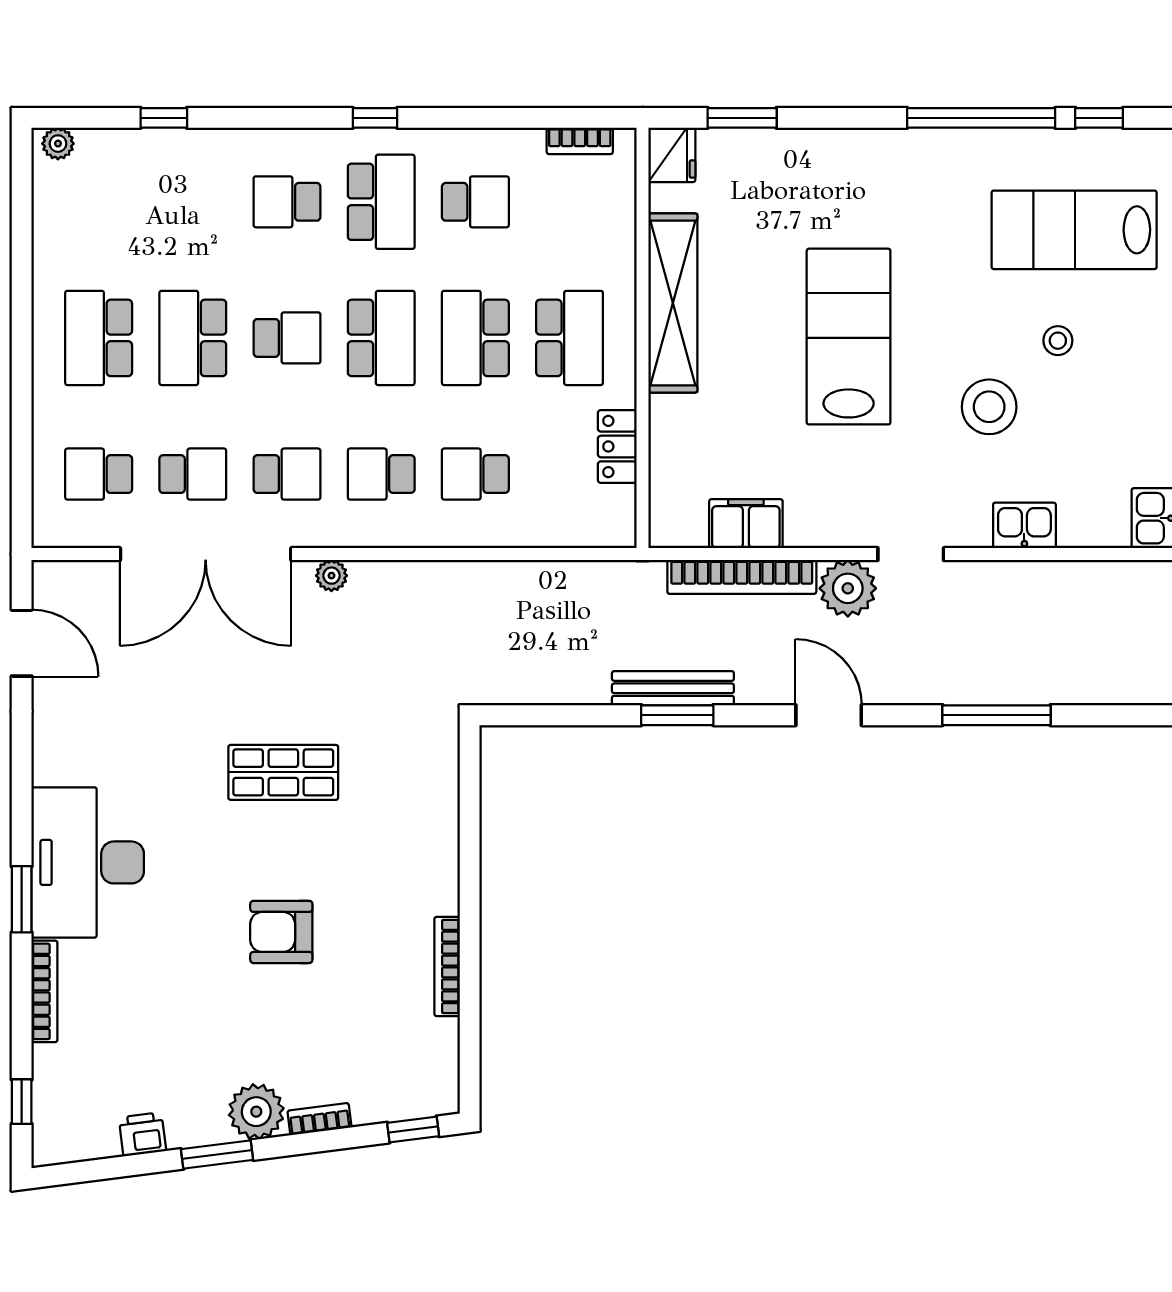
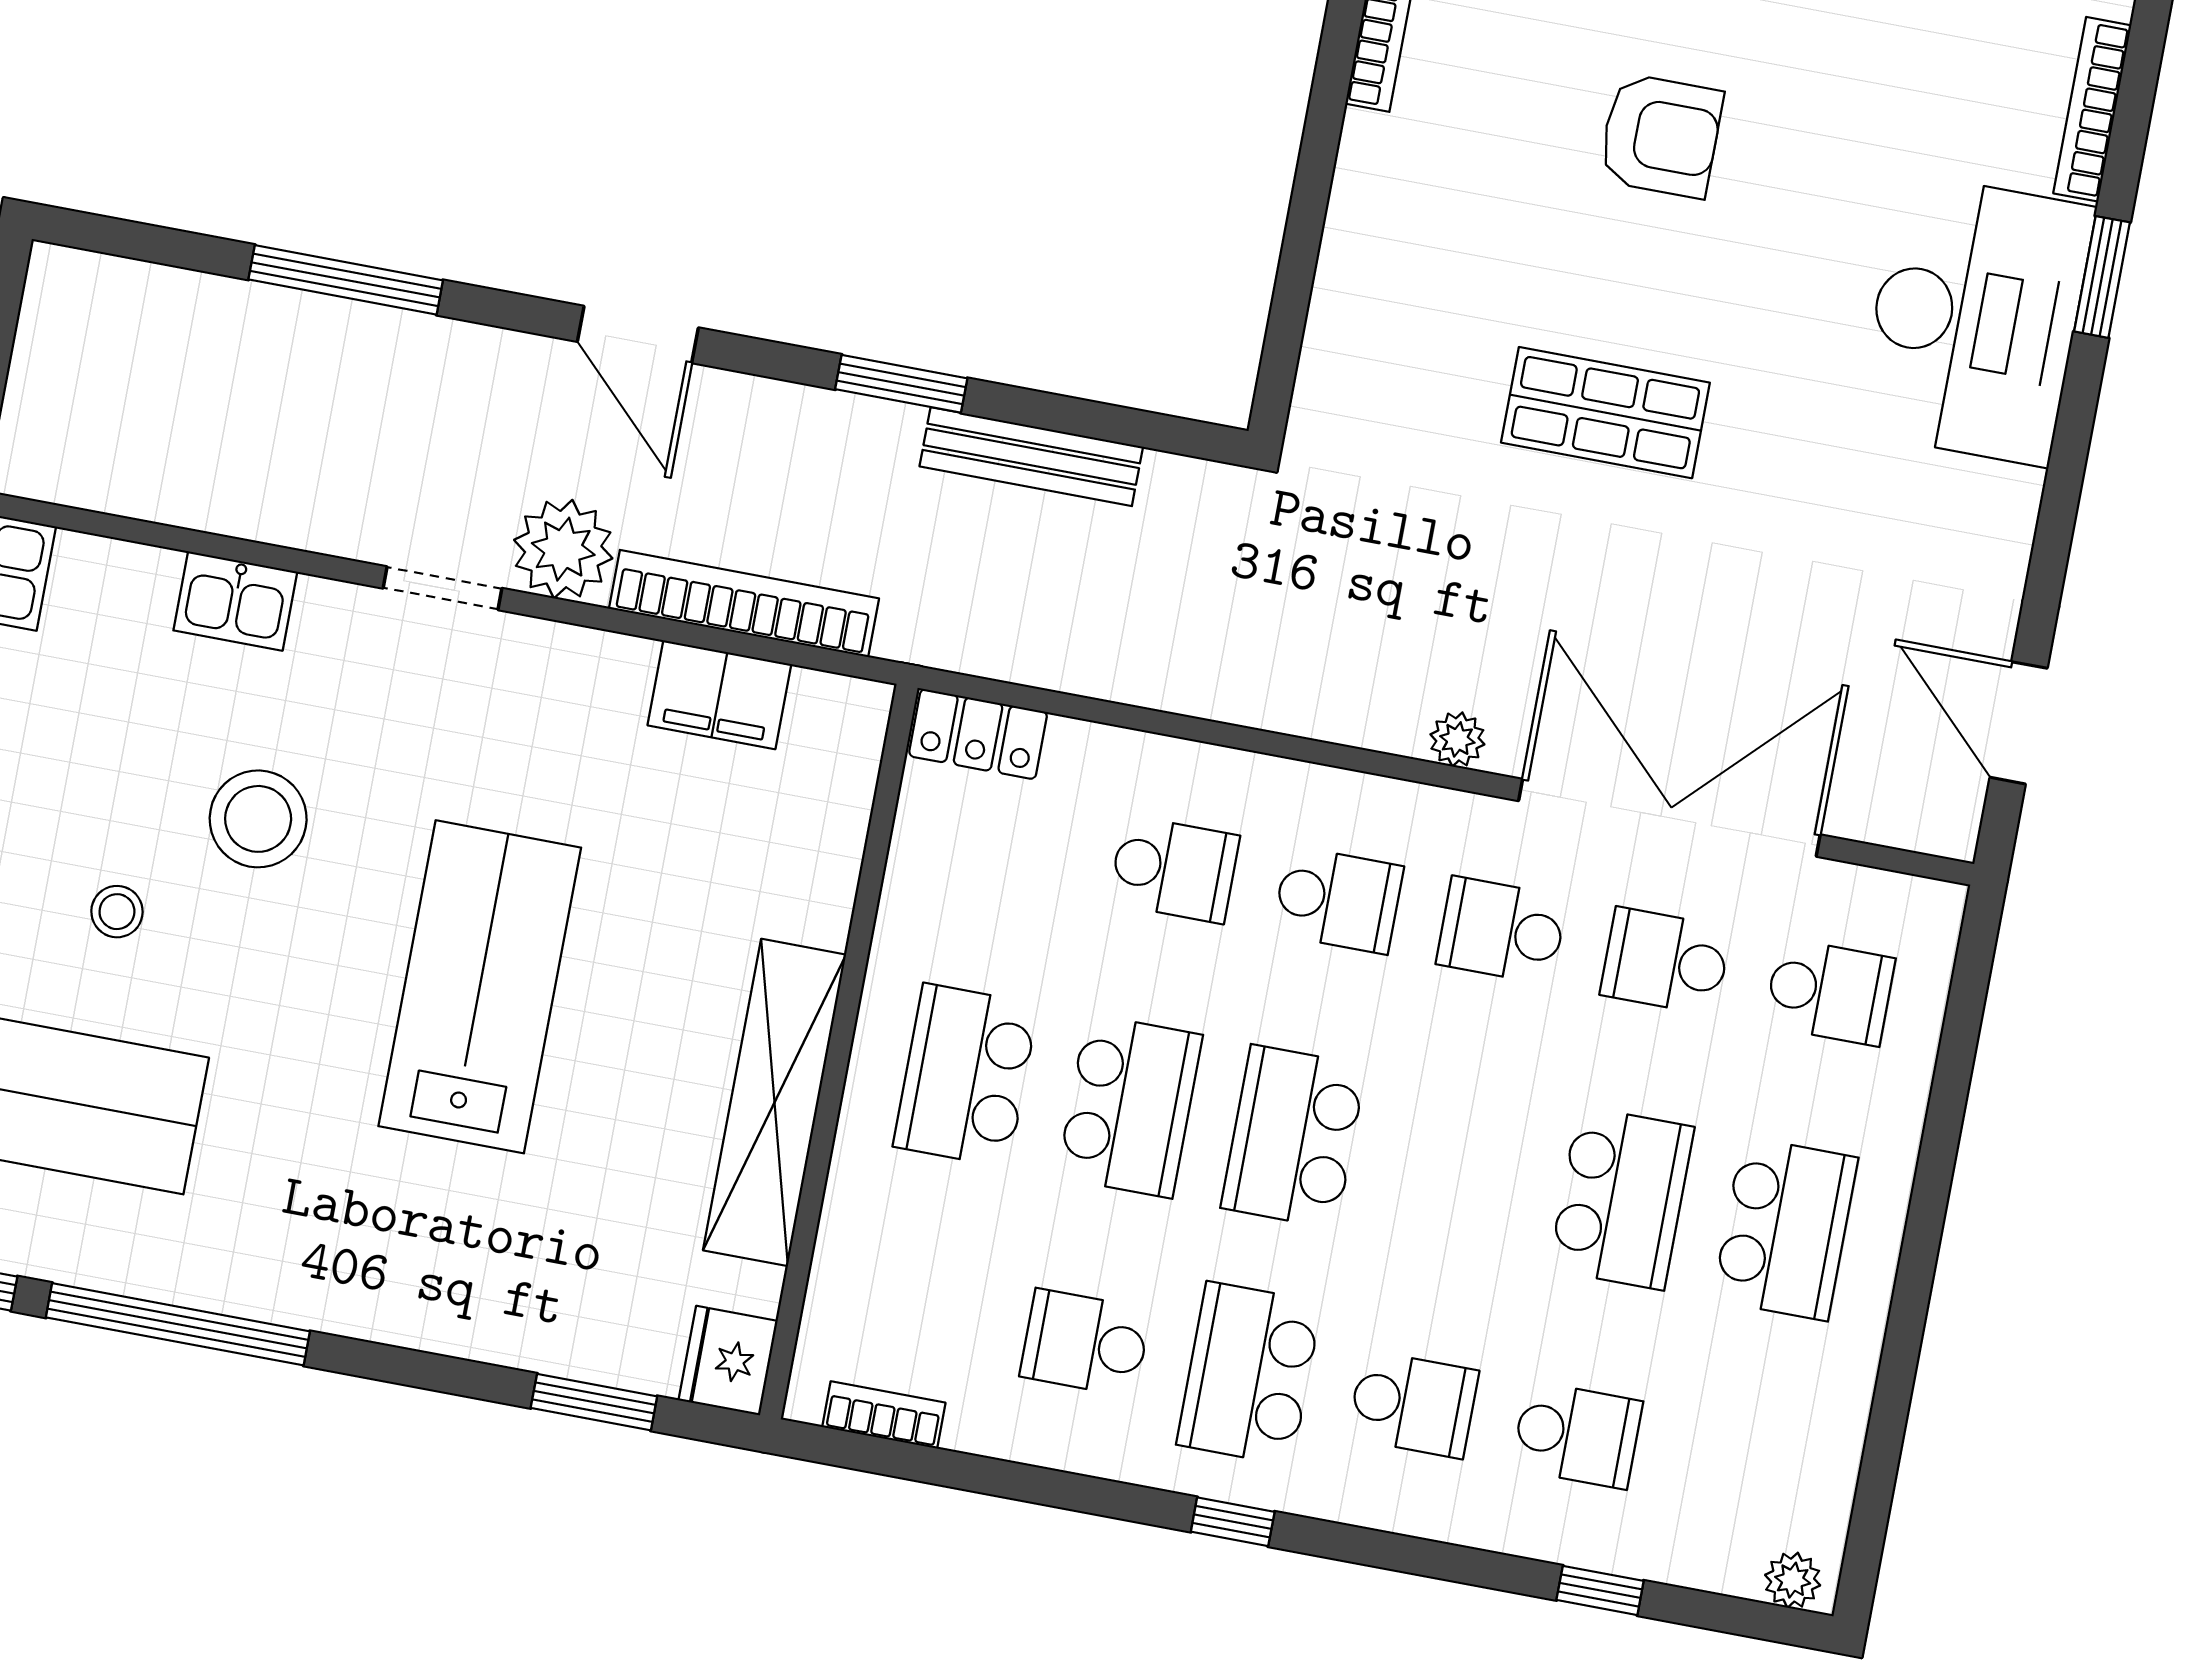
lab bench: (849, 337) -> (480, 987), turned 180
school desk: (287, 338) -> (1577, 1435), moved, turned 180
locker: (617, 446) -> (978, 734), moved, turned 90
bench: (673, 688) -> (1031, 457), moved

